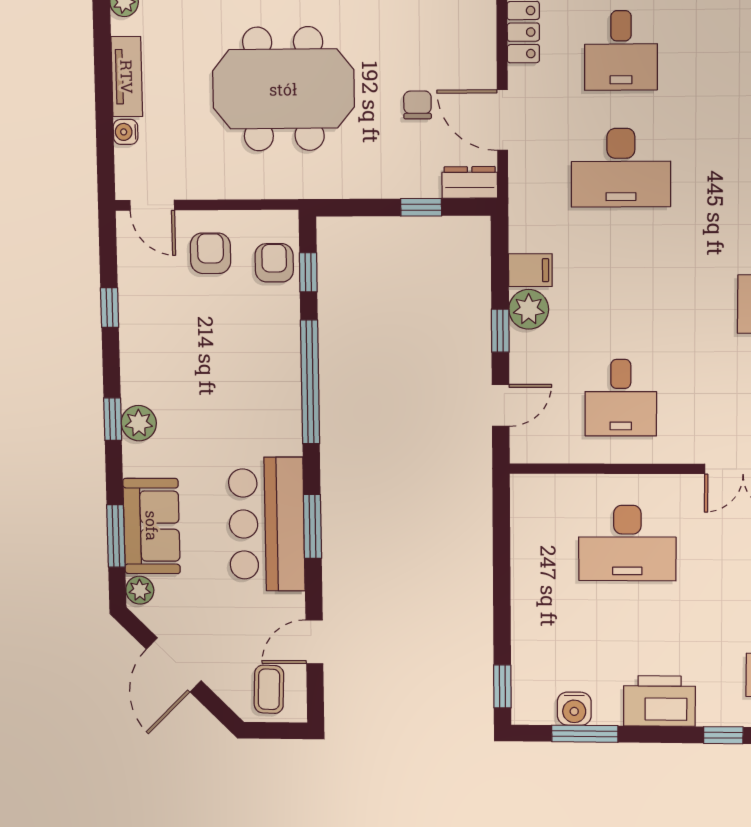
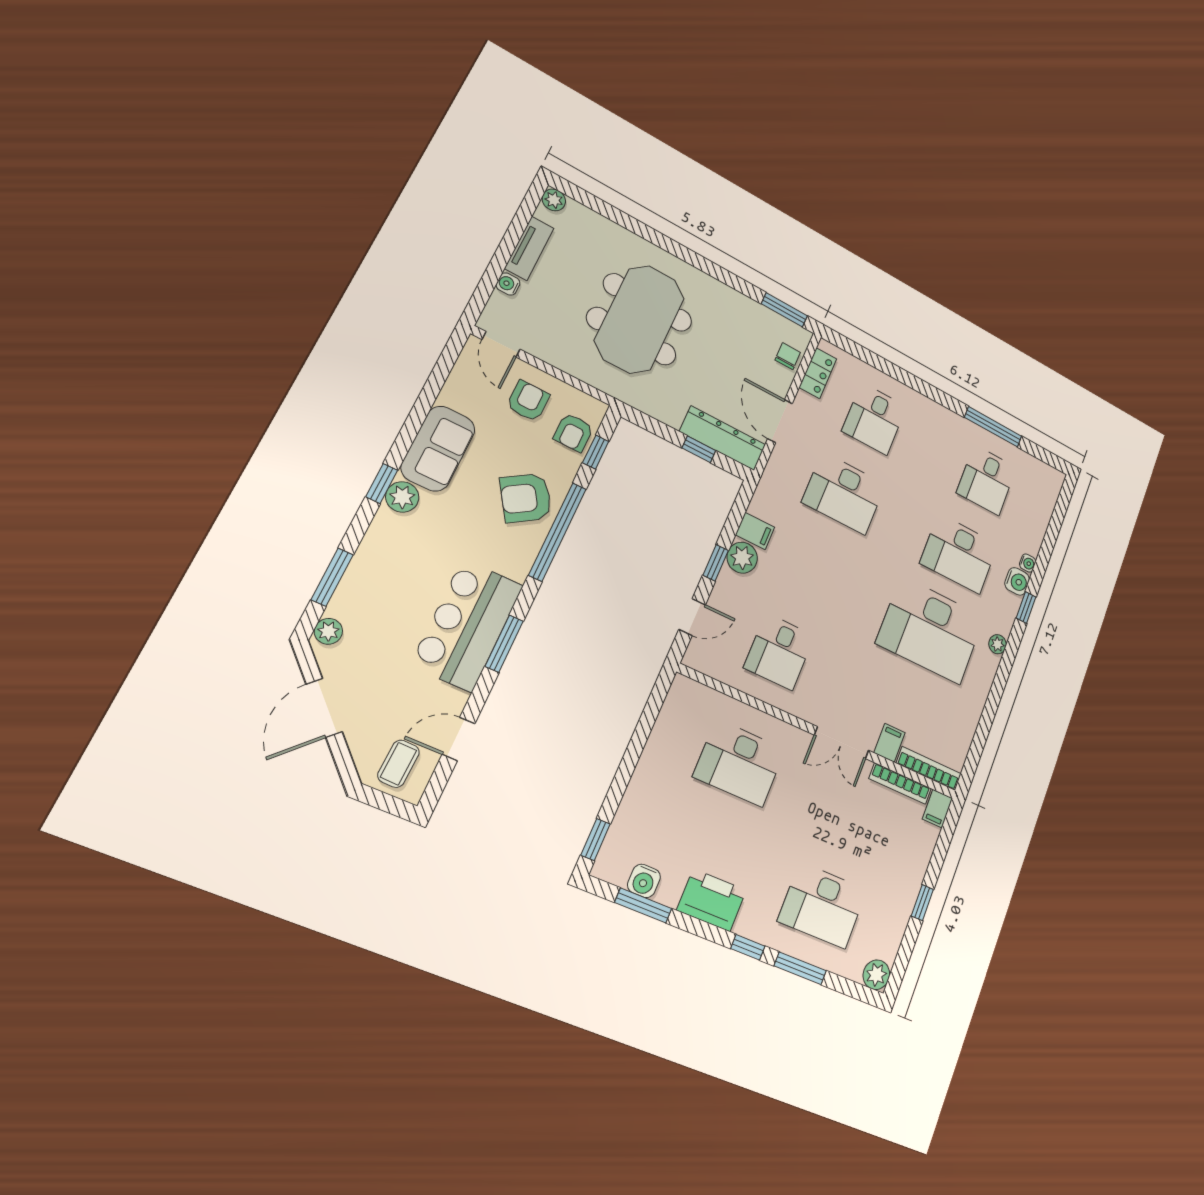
meeting table: (283, 89) -> (640, 319), turned 90
chair: (417, 105) -> (788, 356), moved
dresser: (470, 182) -> (723, 438), width x1.96, depth x1.24
armchair: (274, 263) -> (573, 432), turned 180
window: (110, 308) -> (426, 399), removed
armchair: (260, 362) -> (526, 498), added
sofa: (152, 526) -> (438, 449), moved

